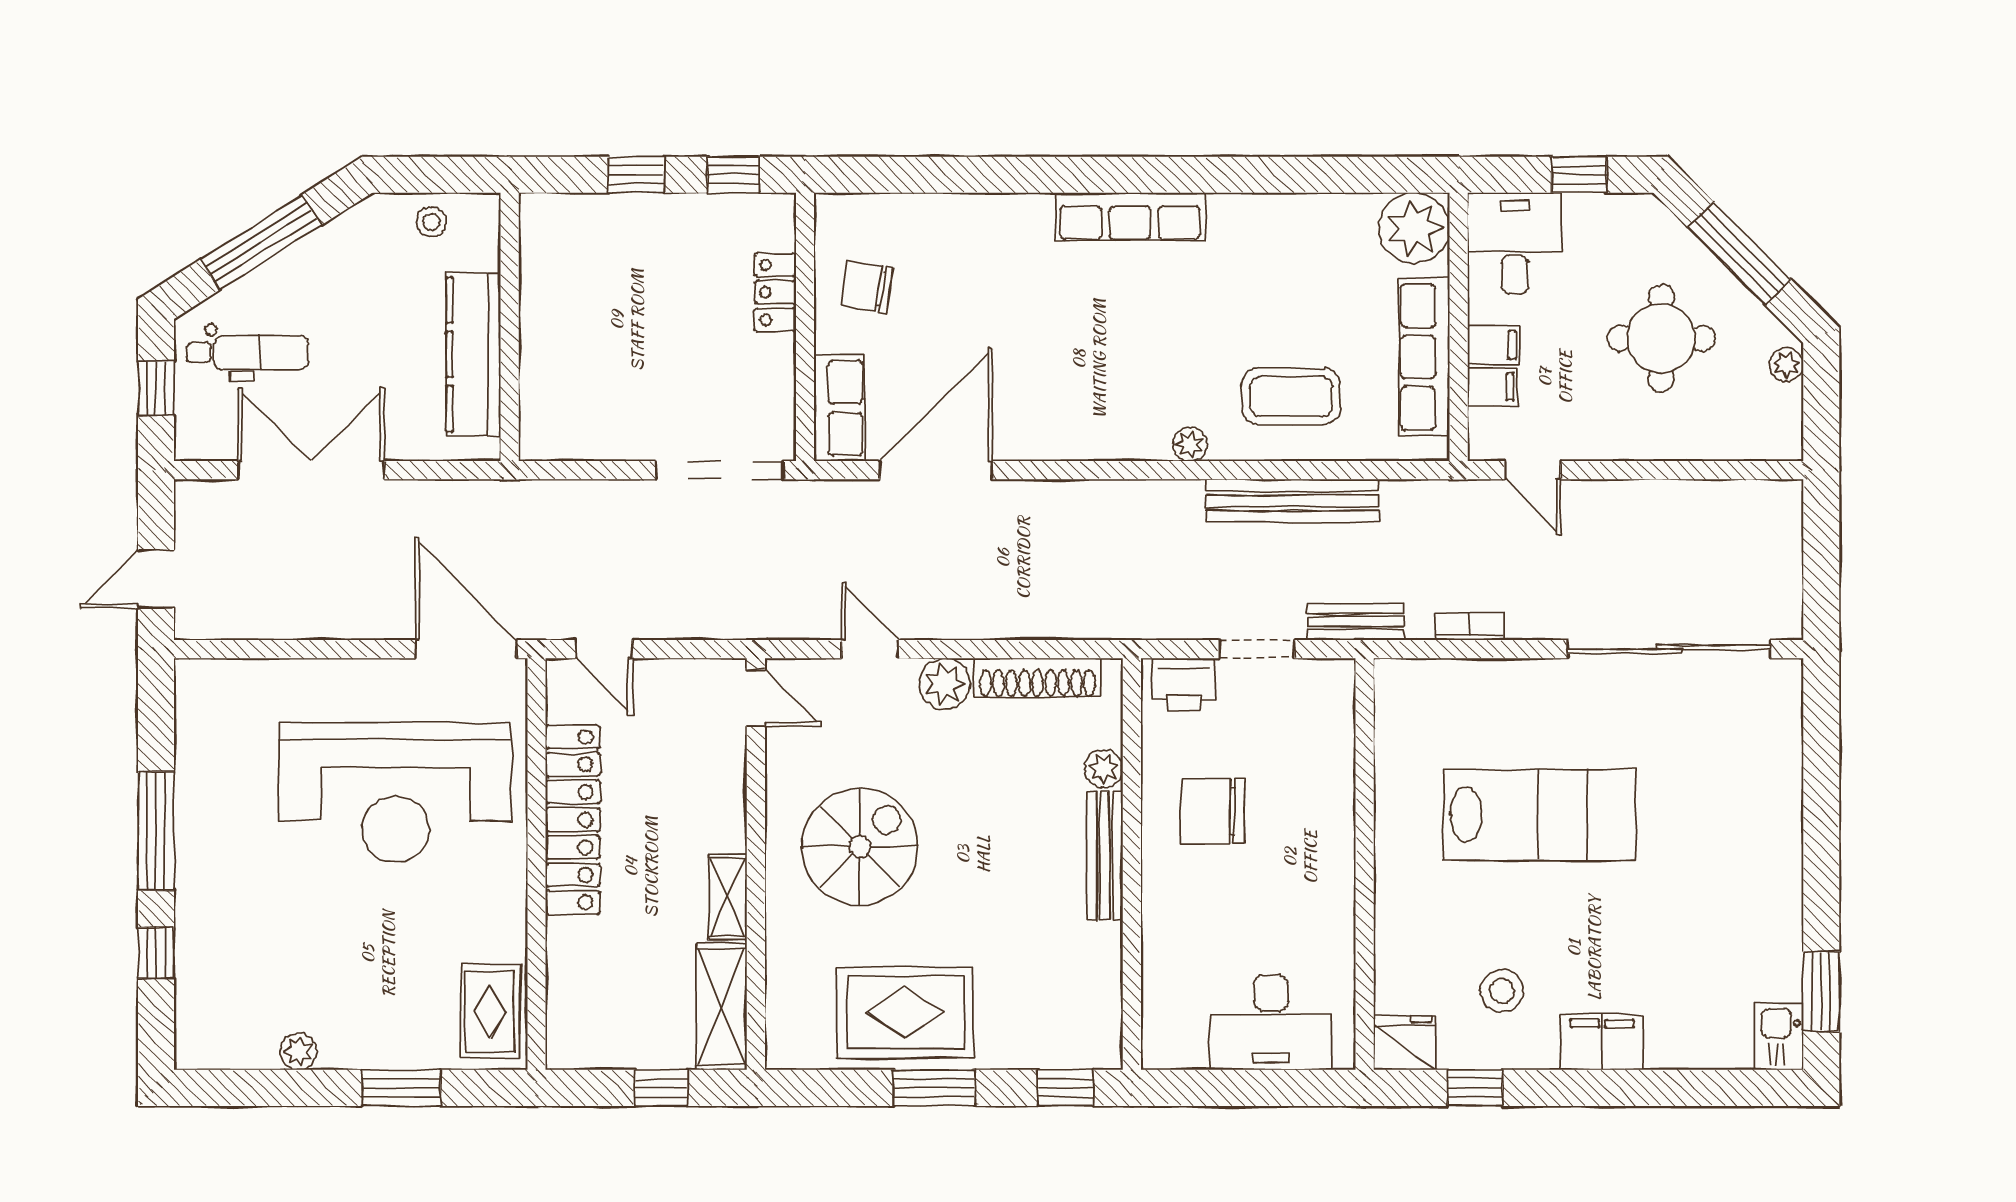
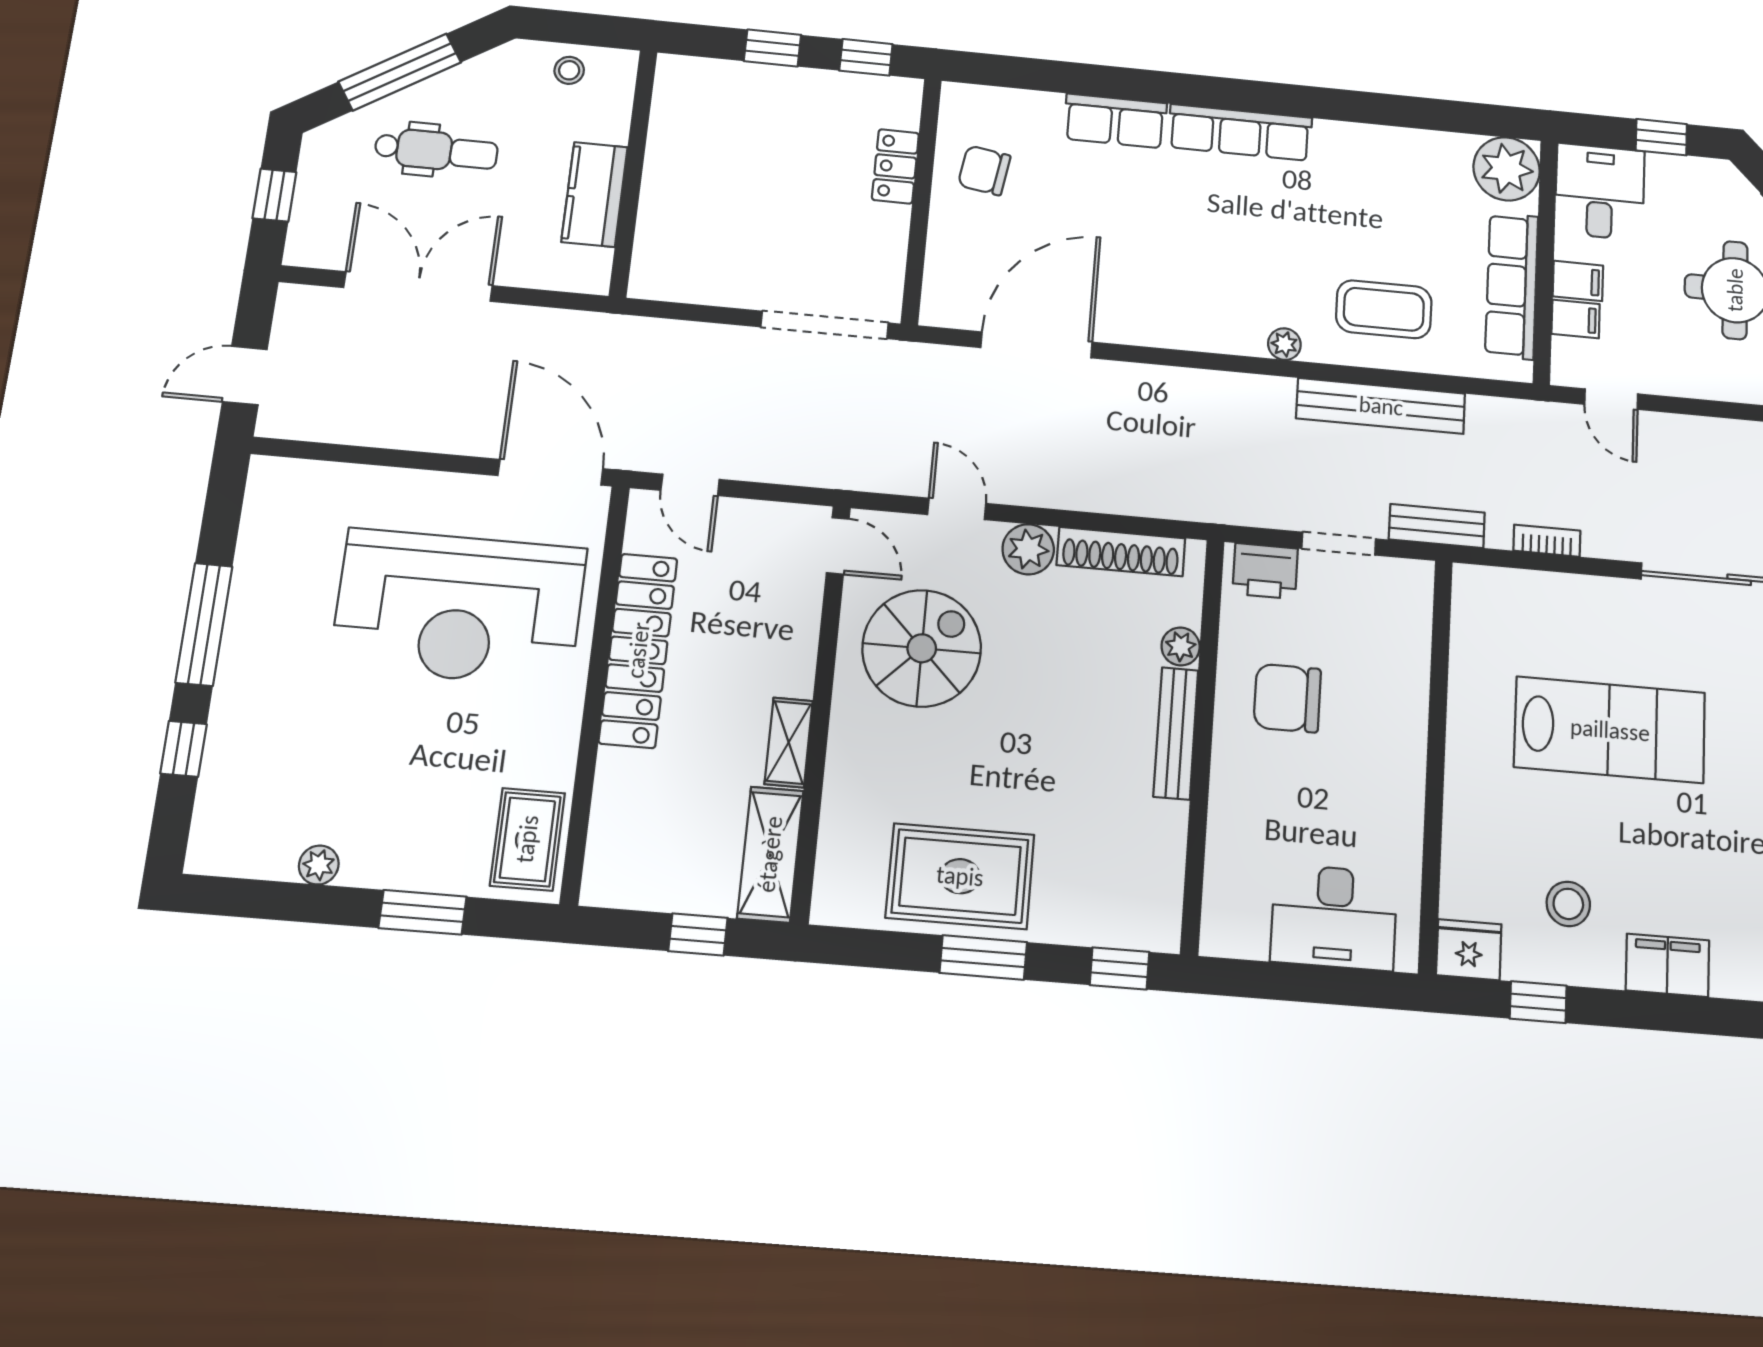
dental chair: (248, 353) -> (436, 151), moved
kitchen counter: (473, 354) -> (594, 194), width x0.67
row of seats: (839, 408) -> (1115, 121), moved, turned 90
spiral stairs: (860, 847) -> (922, 648), moved

